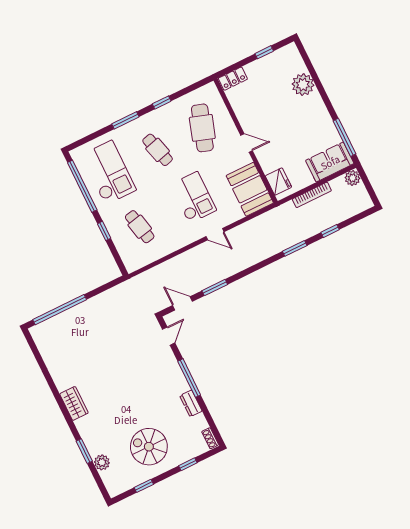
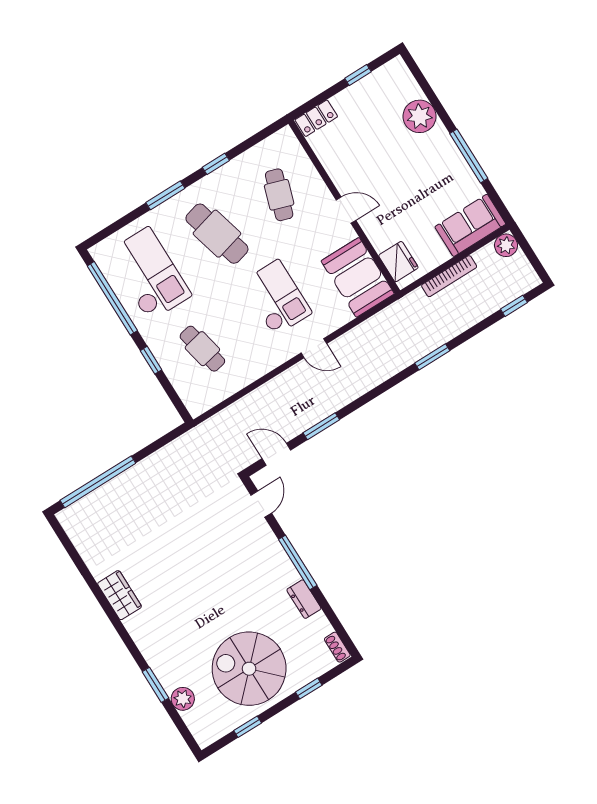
cafe table: (202, 128) -> (279, 195), width x0.73, depth x0.74
window: (344, 137) -> (469, 156), moved
cafe table: (158, 150) -> (217, 234), width x1.37, depth x1.35
window: (330, 231) -> (514, 306), moved
wardrobe: (74, 403) -> (120, 595), moved
spiral stairs: (149, 447) -> (249, 669), width x1.37, depth x1.37

